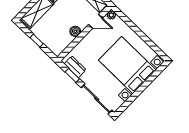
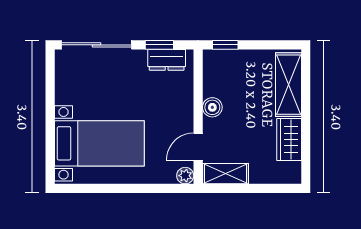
window: (37, 41) -> (225, 45), moved
bed with nightstands: (127, 65) -> (99, 143), width x0.73

